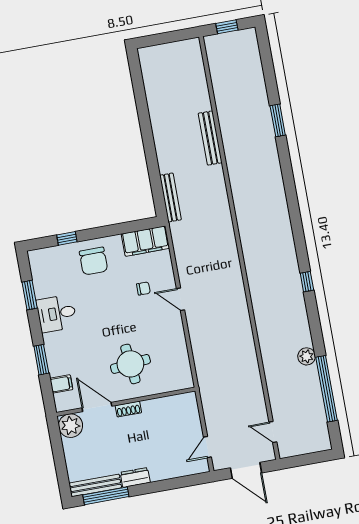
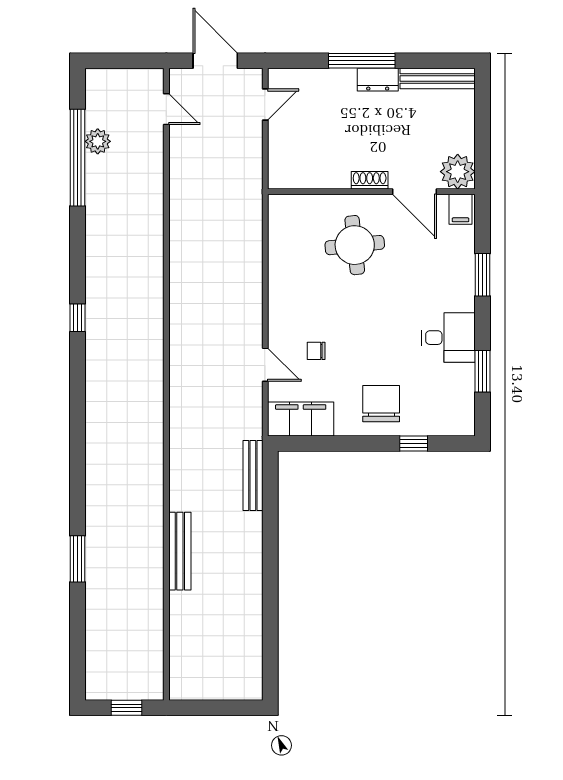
door: (180, 299) -> (265, 365), moved
plant: (307, 356) -> (98, 141), moved
filing cabinet: (61, 384) -> (461, 209), moved, turned -90
window: (106, 496) -> (362, 61), moved

